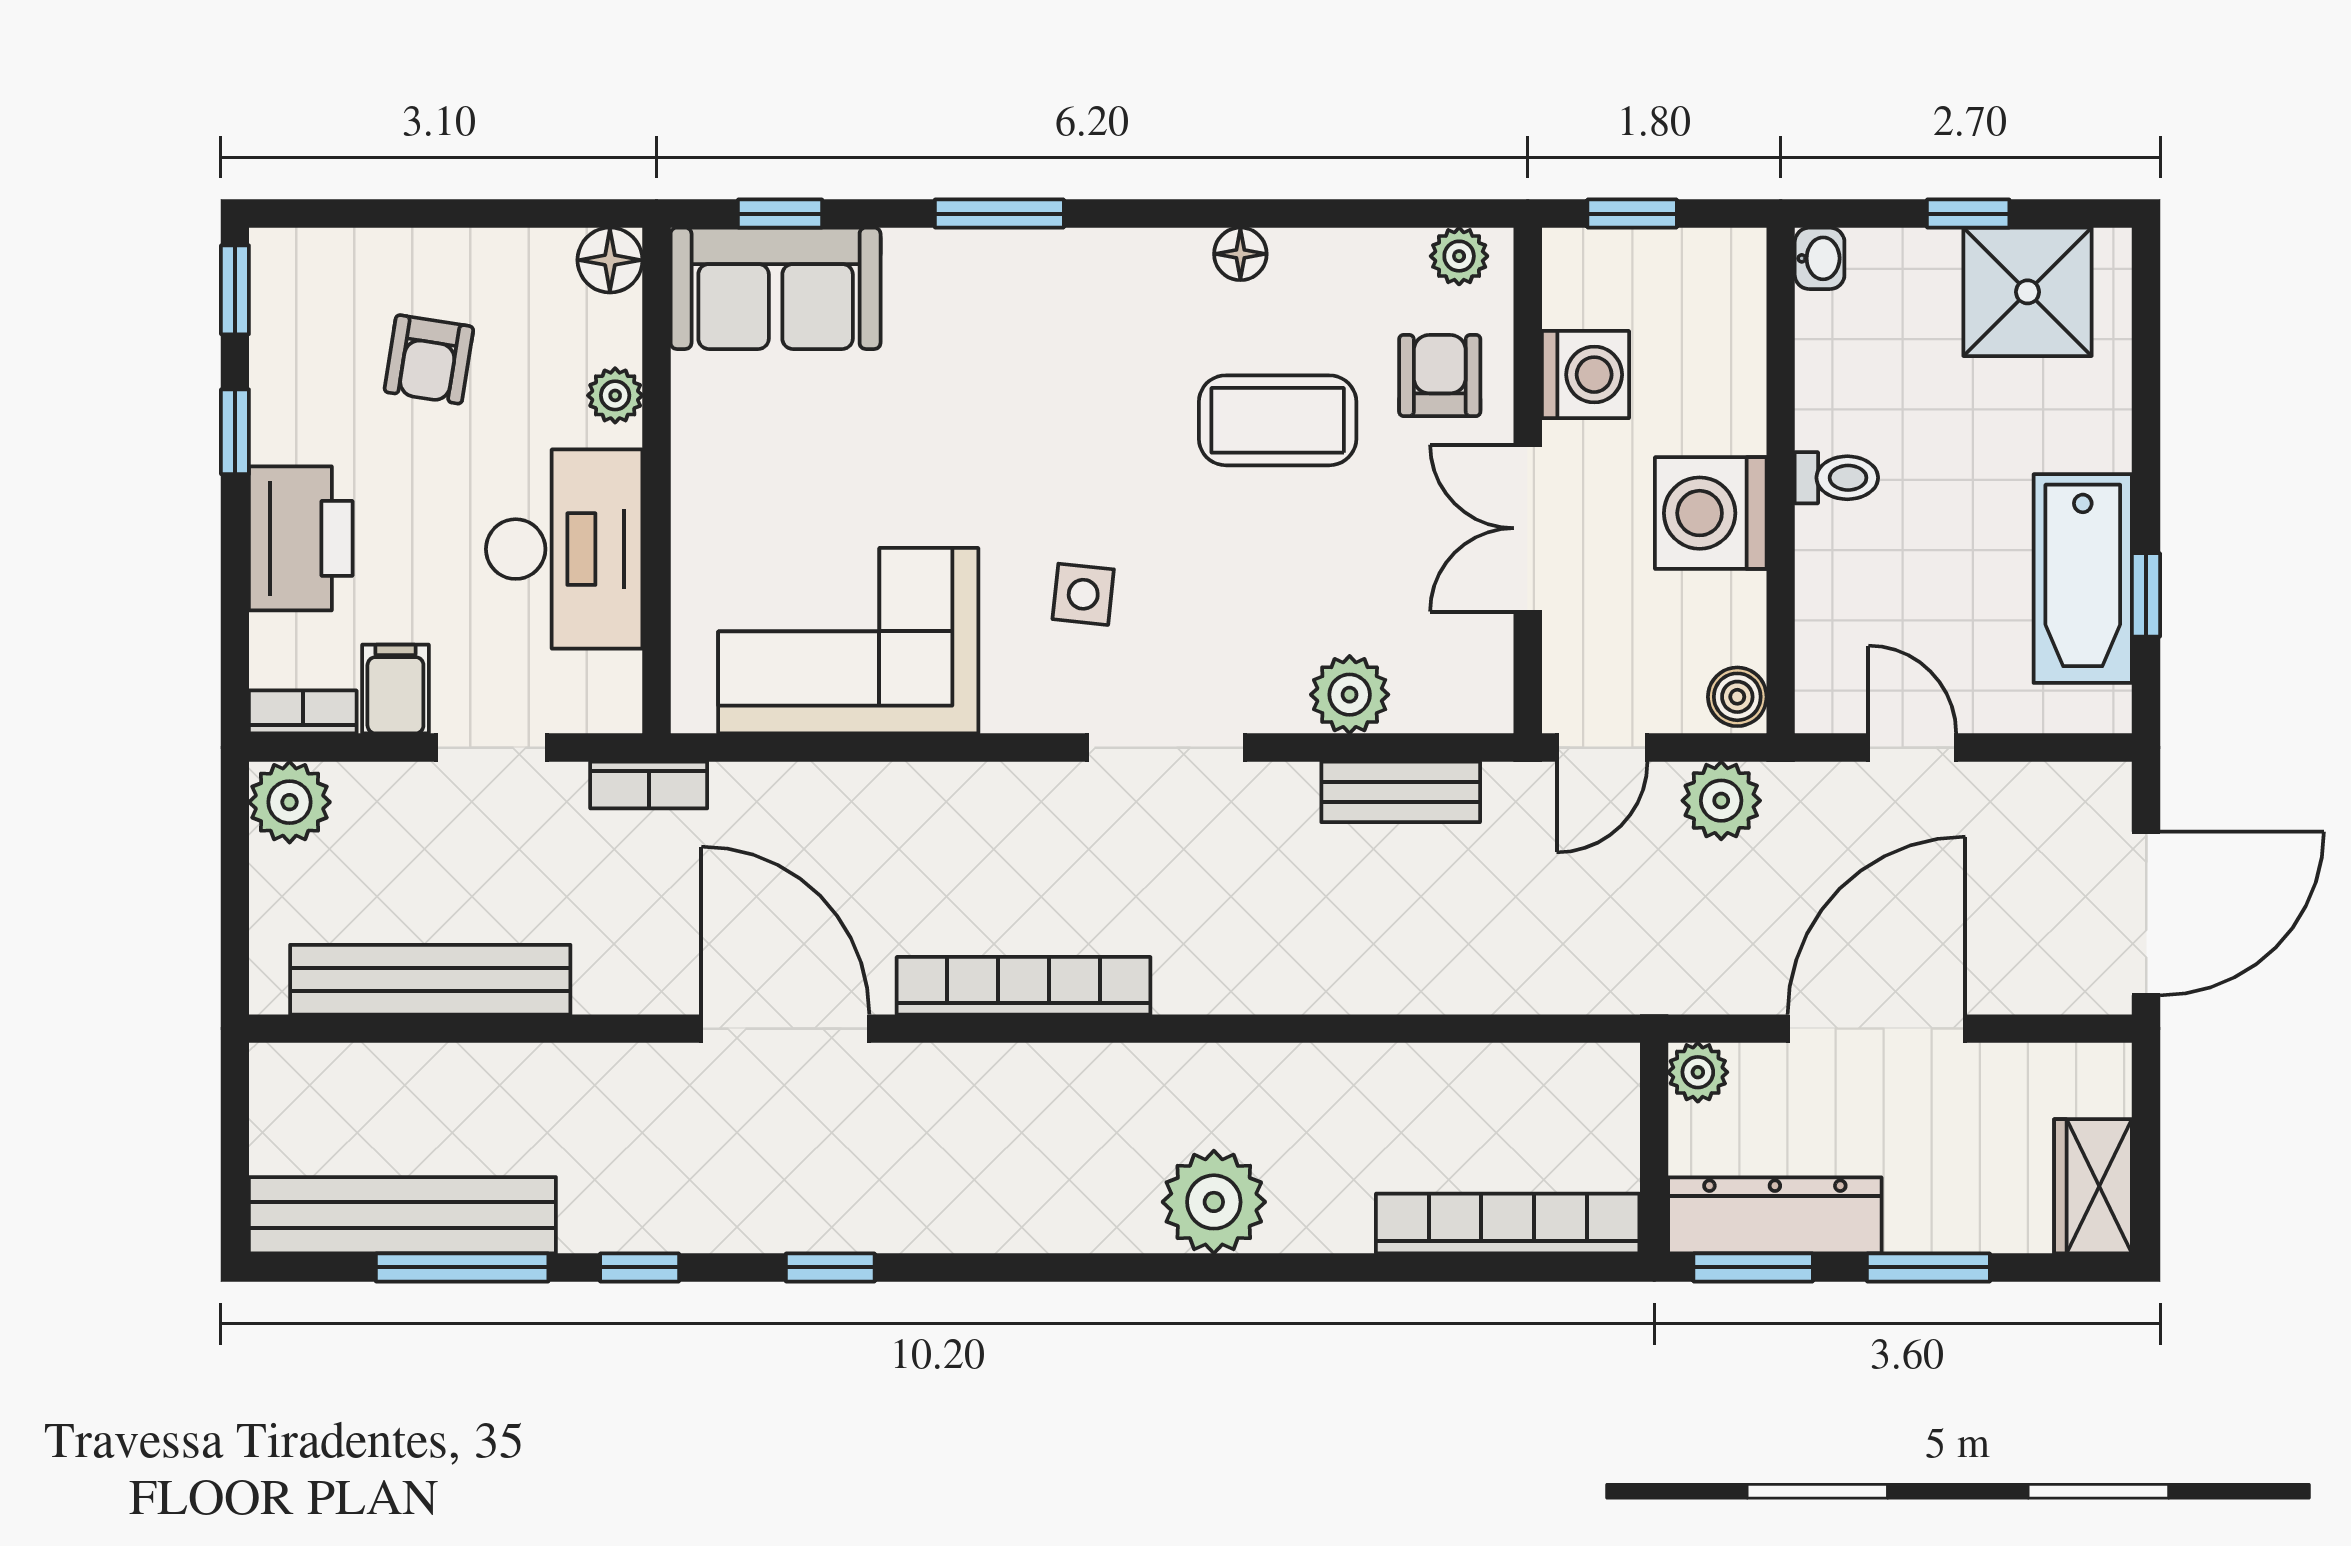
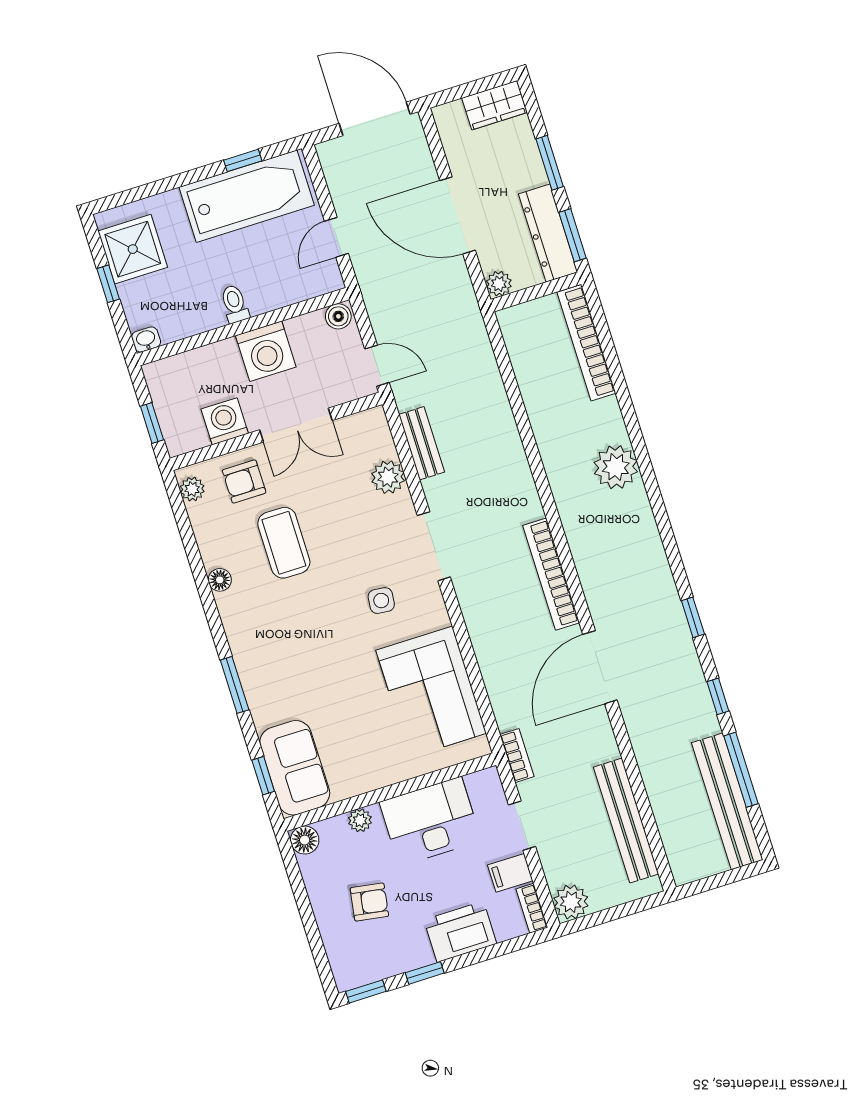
bathtub: (2083, 579) -> (247, 196), width x1.36, depth x1.36
plant: (1721, 801) -> (383, 309), removed

